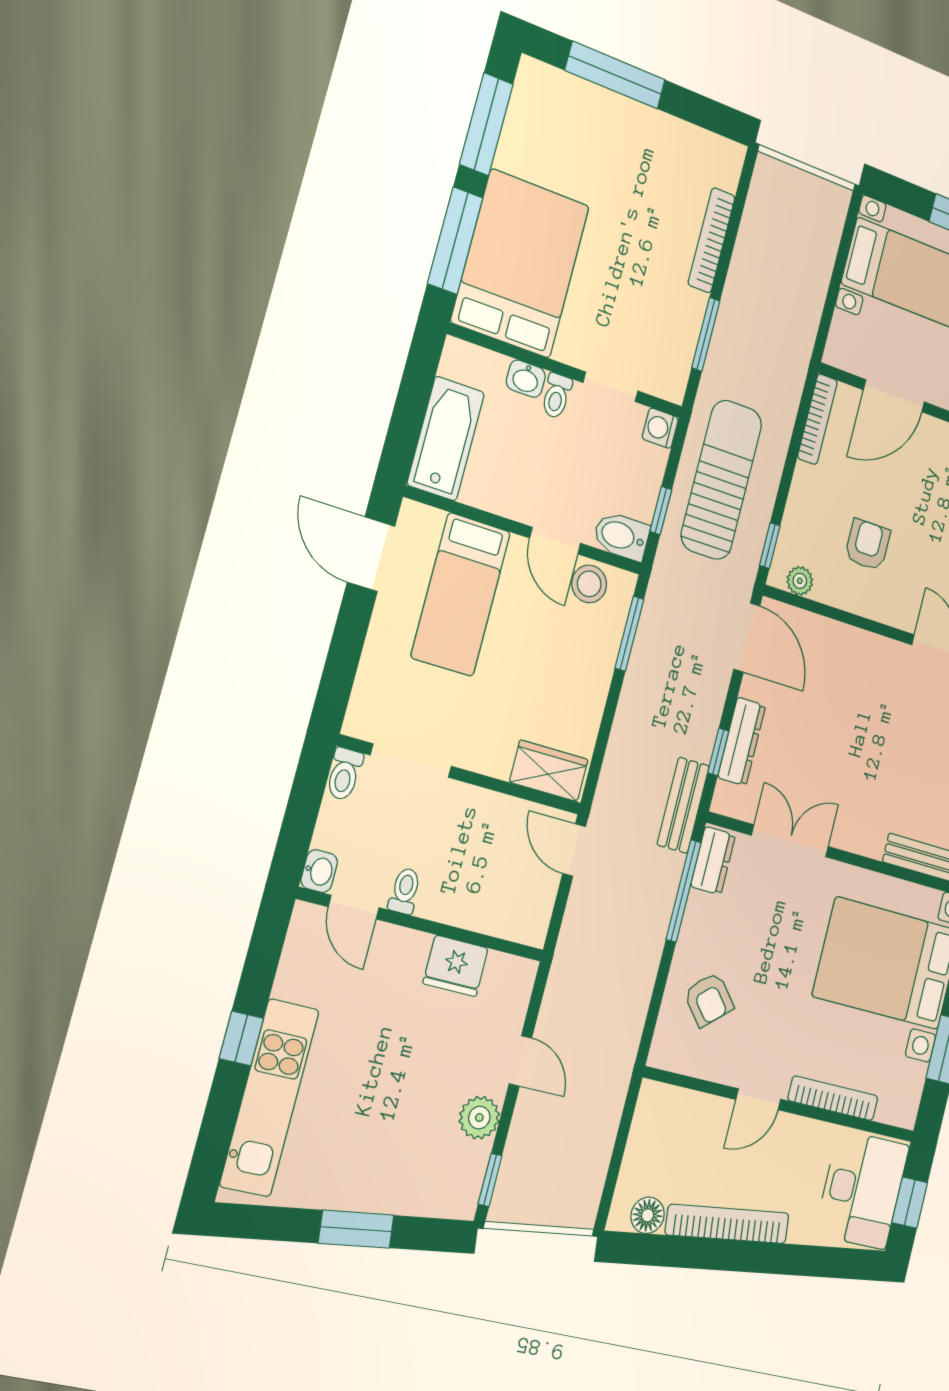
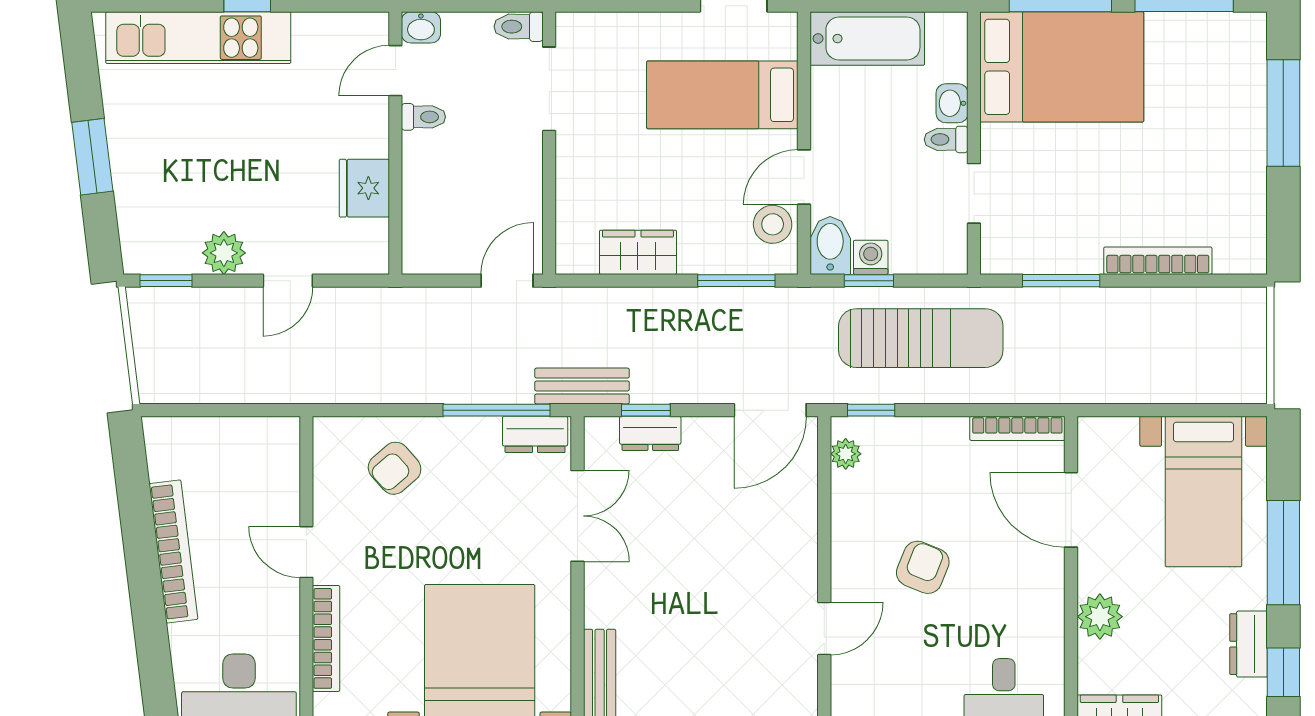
washing machine: (660, 428) -> (871, 257), moved
armchair: (867, 545) -> (923, 567), moved, turned -68
dresser: (742, 741) -> (650, 433), width x0.70
wardrobe: (549, 771) -> (638, 252), moved, turned -90
floor lamp: (648, 1215) -> (165, 460), removed

